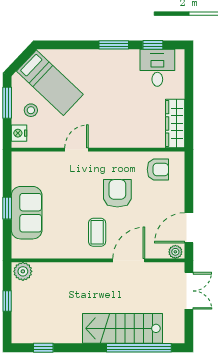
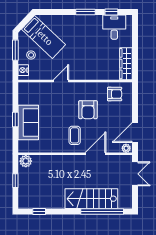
armchair: (117, 193) -> (88, 110), turned 180

